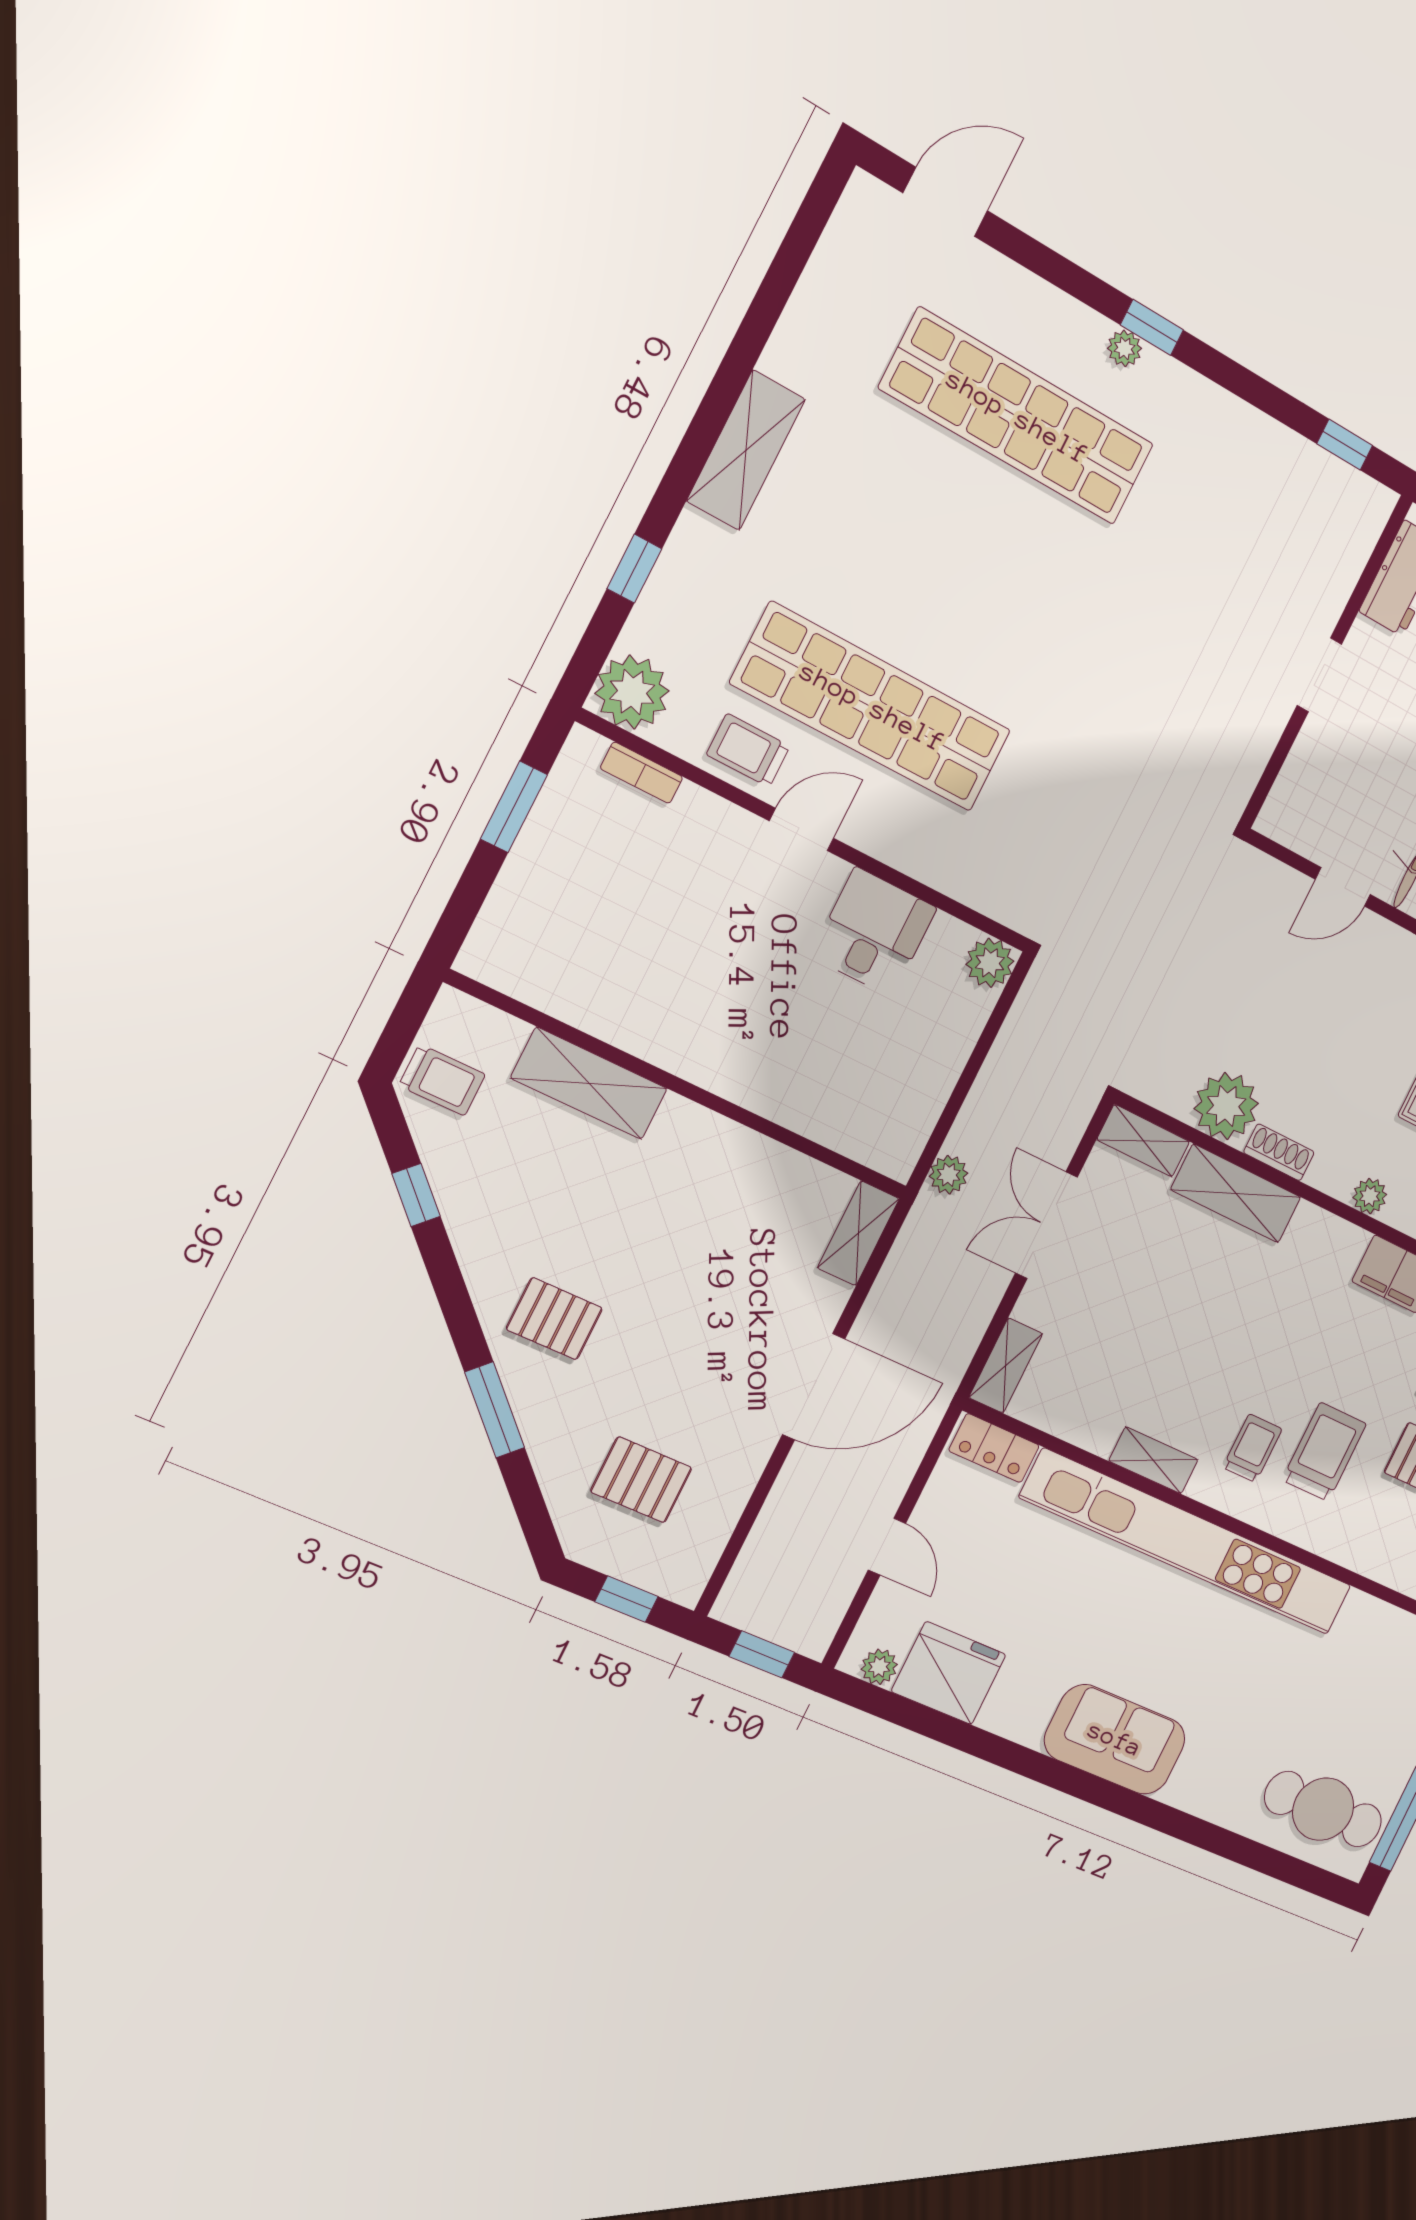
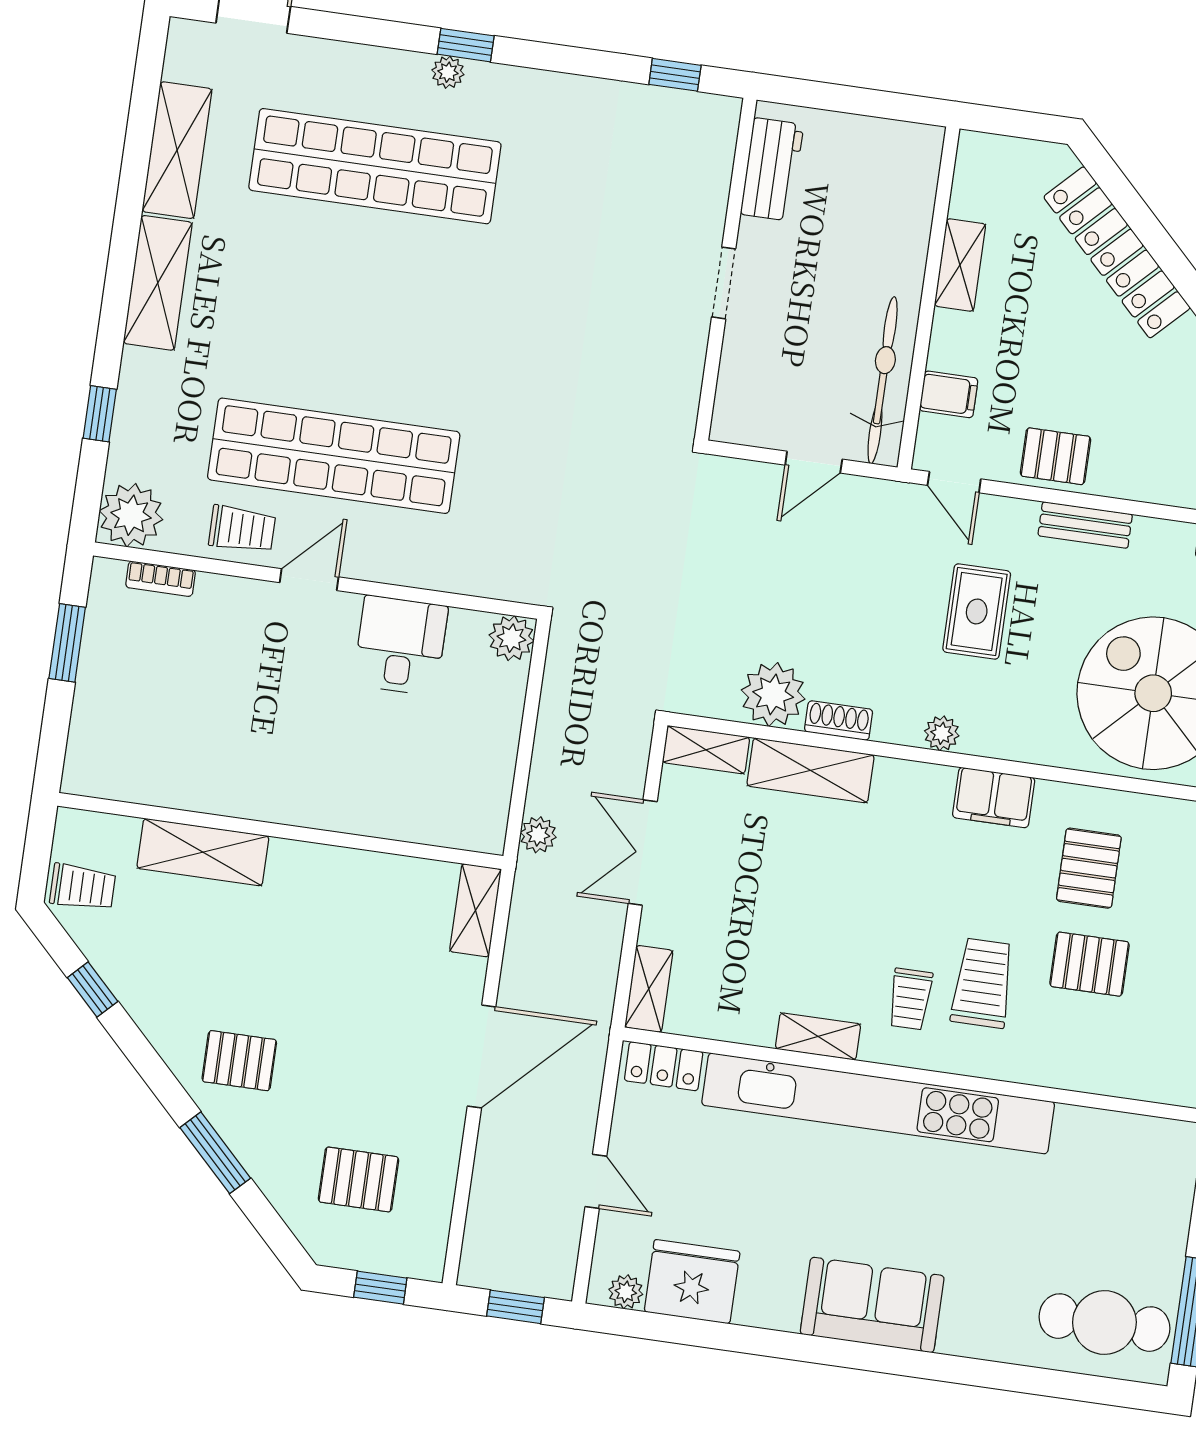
shelving: (815, 314) -> (177, 150), added
trolley: (748, 750) -> (242, 529), turned 180
trolley: (1252, 1448) -> (910, 999), turned 180

